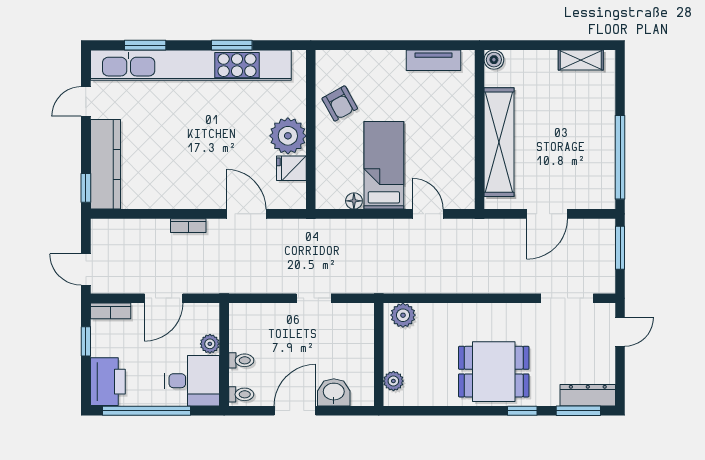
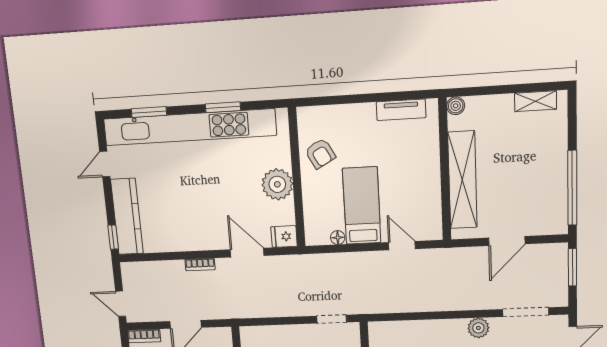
fridge: (291, 168) -> (284, 237), moved
doorway: (314, 298) -> (332, 319), moved
plant: (403, 315) -> (478, 328), moved

